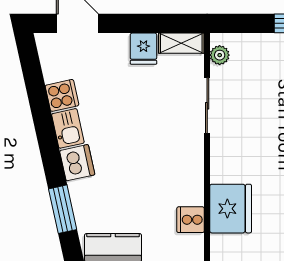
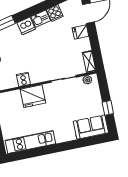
fridge: (143, 49) -> (80, 32), moved
fridge: (231, 209) -> (33, 96), moved
cooker: (191, 220) -> (23, 79), moved

